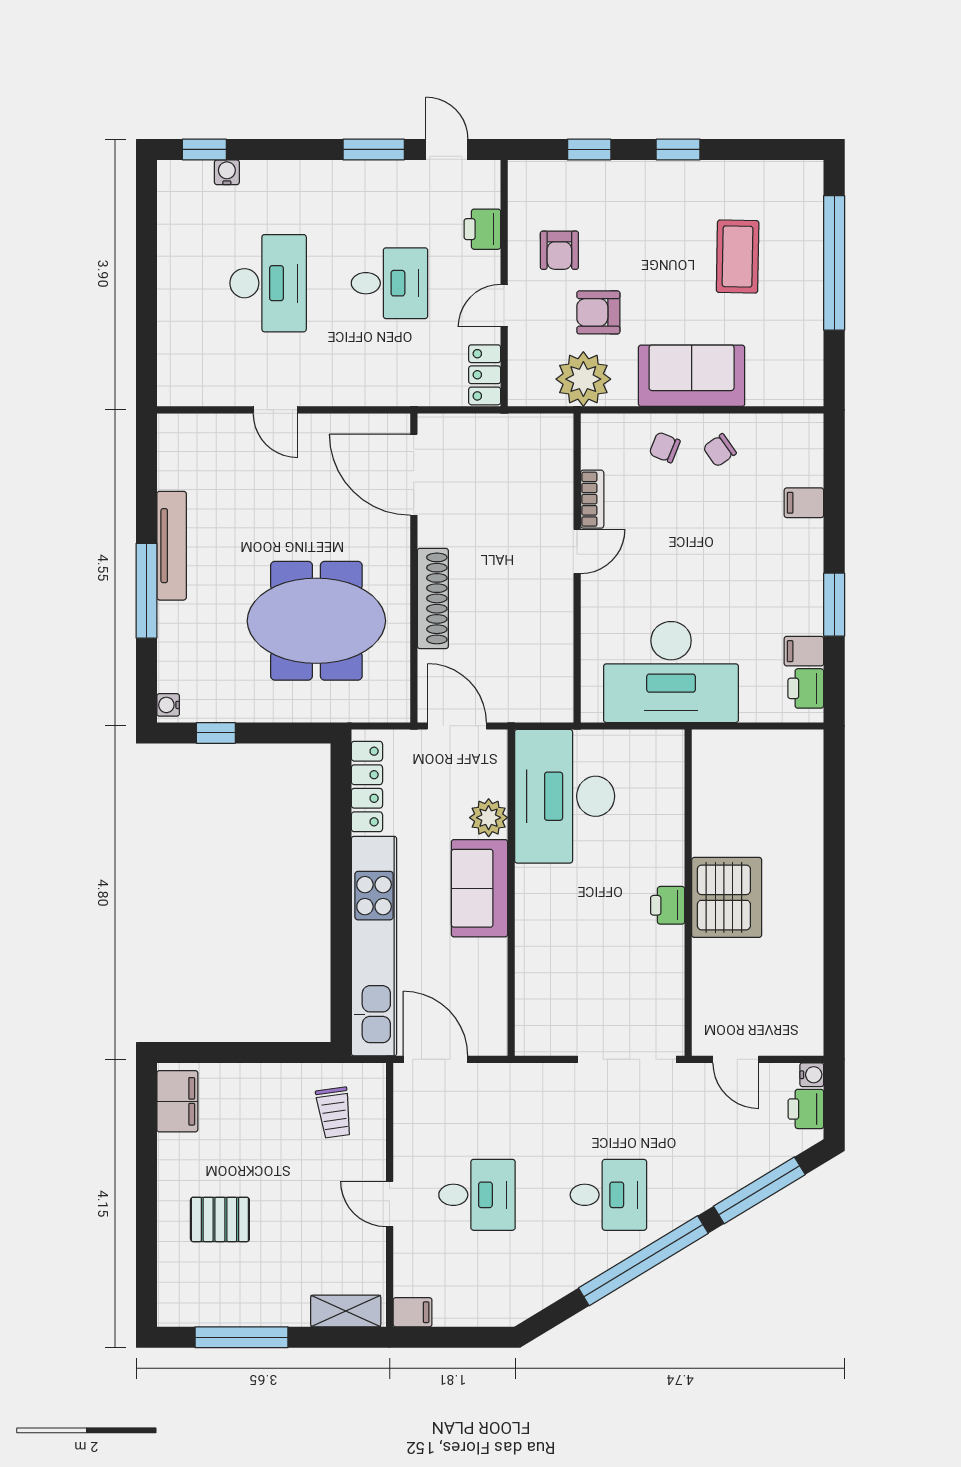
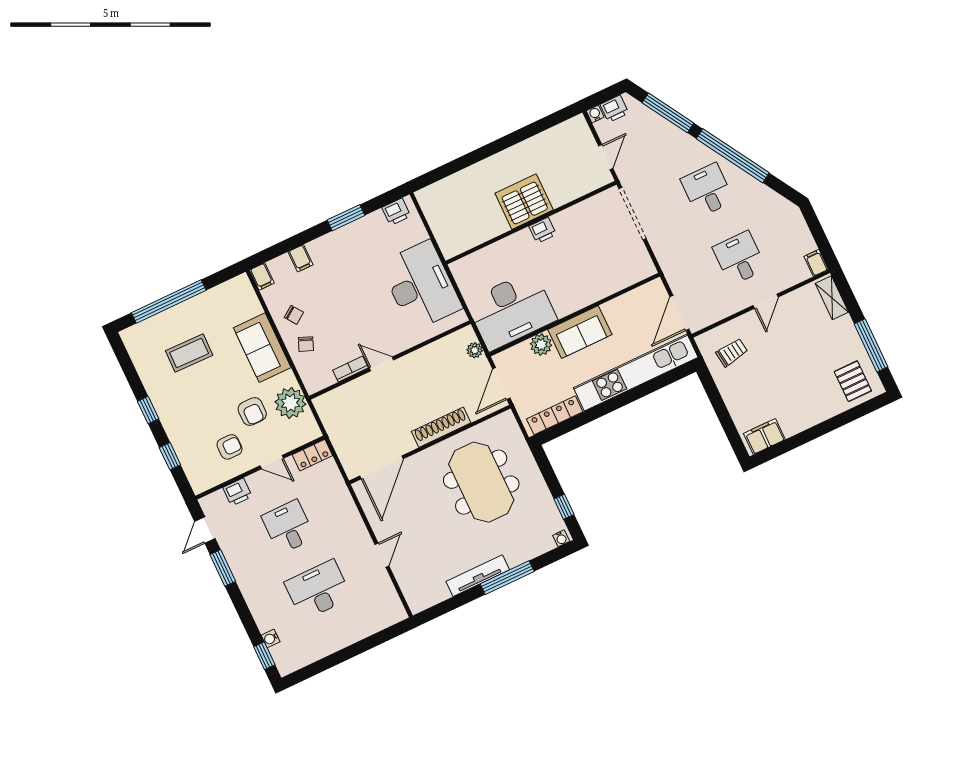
filing cabinet: (804, 651) -> (262, 277), moved
plant: (529, 709) -> (475, 350), added
pallet: (220, 1219) -> (853, 381), moved

